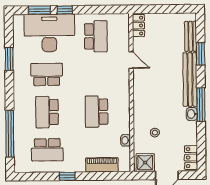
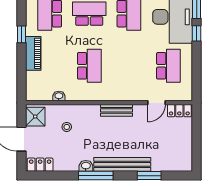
school desk: (96, 36) -> (168, 66), turned -90
bench: (191, 36) -> (117, 110), moved
door: (131, 60) -> (157, 103), moved
school desk: (97, 112) -> (89, 66), turned 90
piano: (102, 165) -> (33, 53), moved

